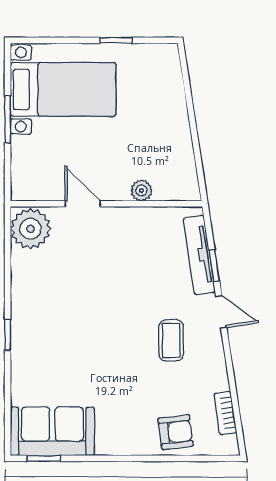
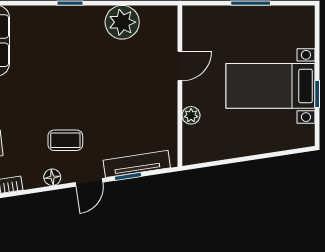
bed with nightstands: (63, 89) -> (271, 86), moved, turned 90
plant: (31, 229) -> (122, 22), moved
floor lamp: (215, 356) -> (52, 177), added

